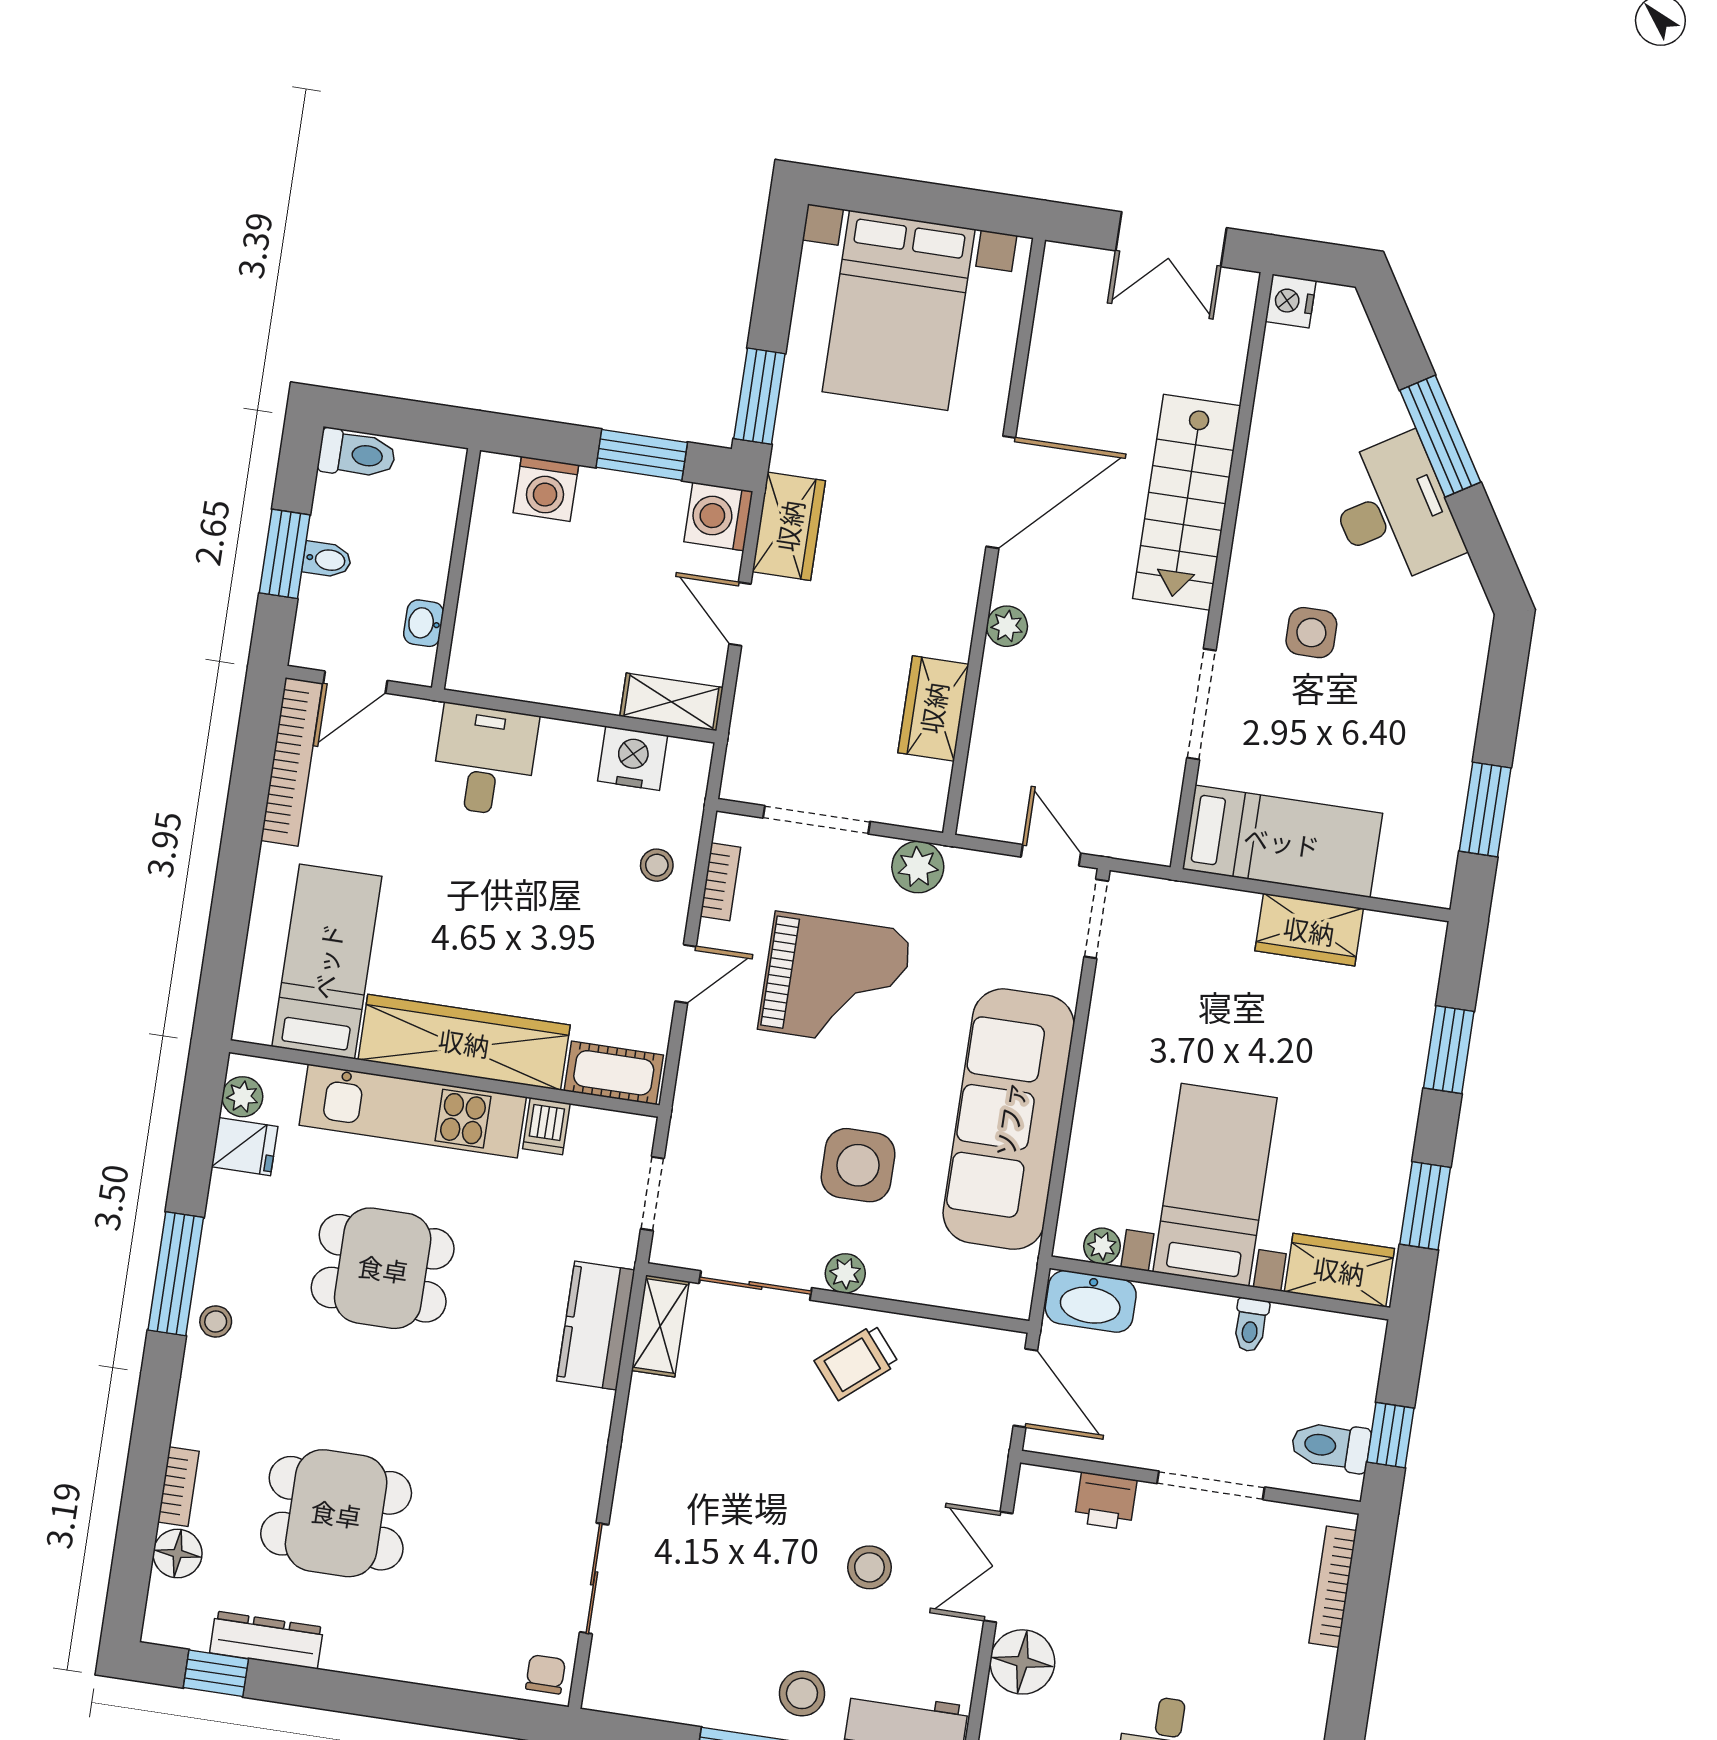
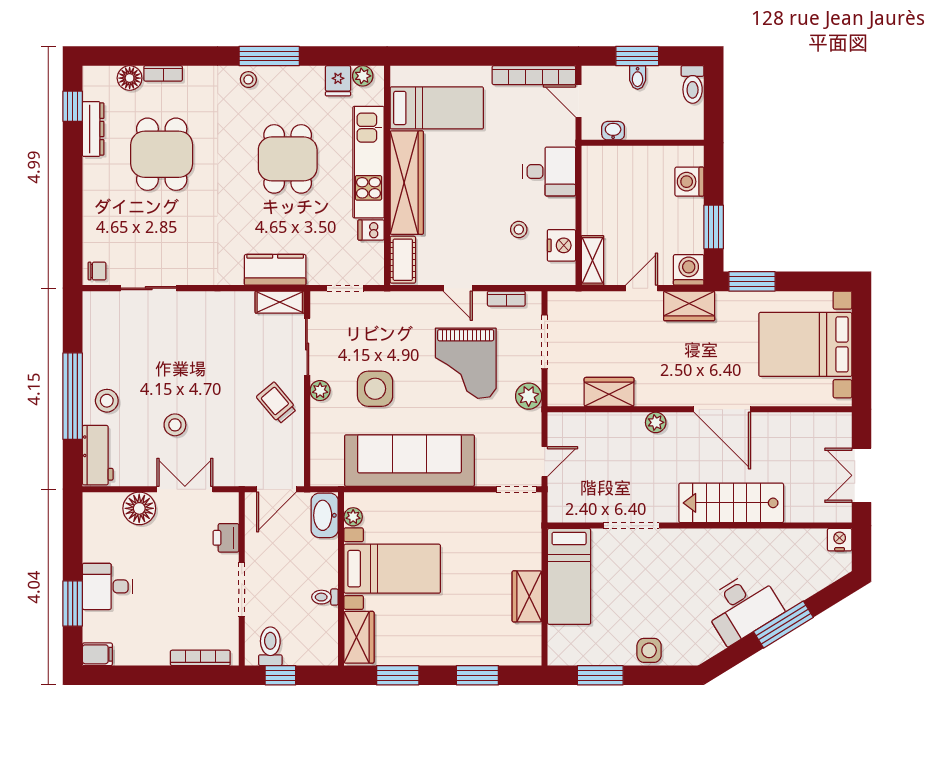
side table: (1311, 633) -> (649, 650), moved
stool: (657, 865) -> (519, 230), moved

